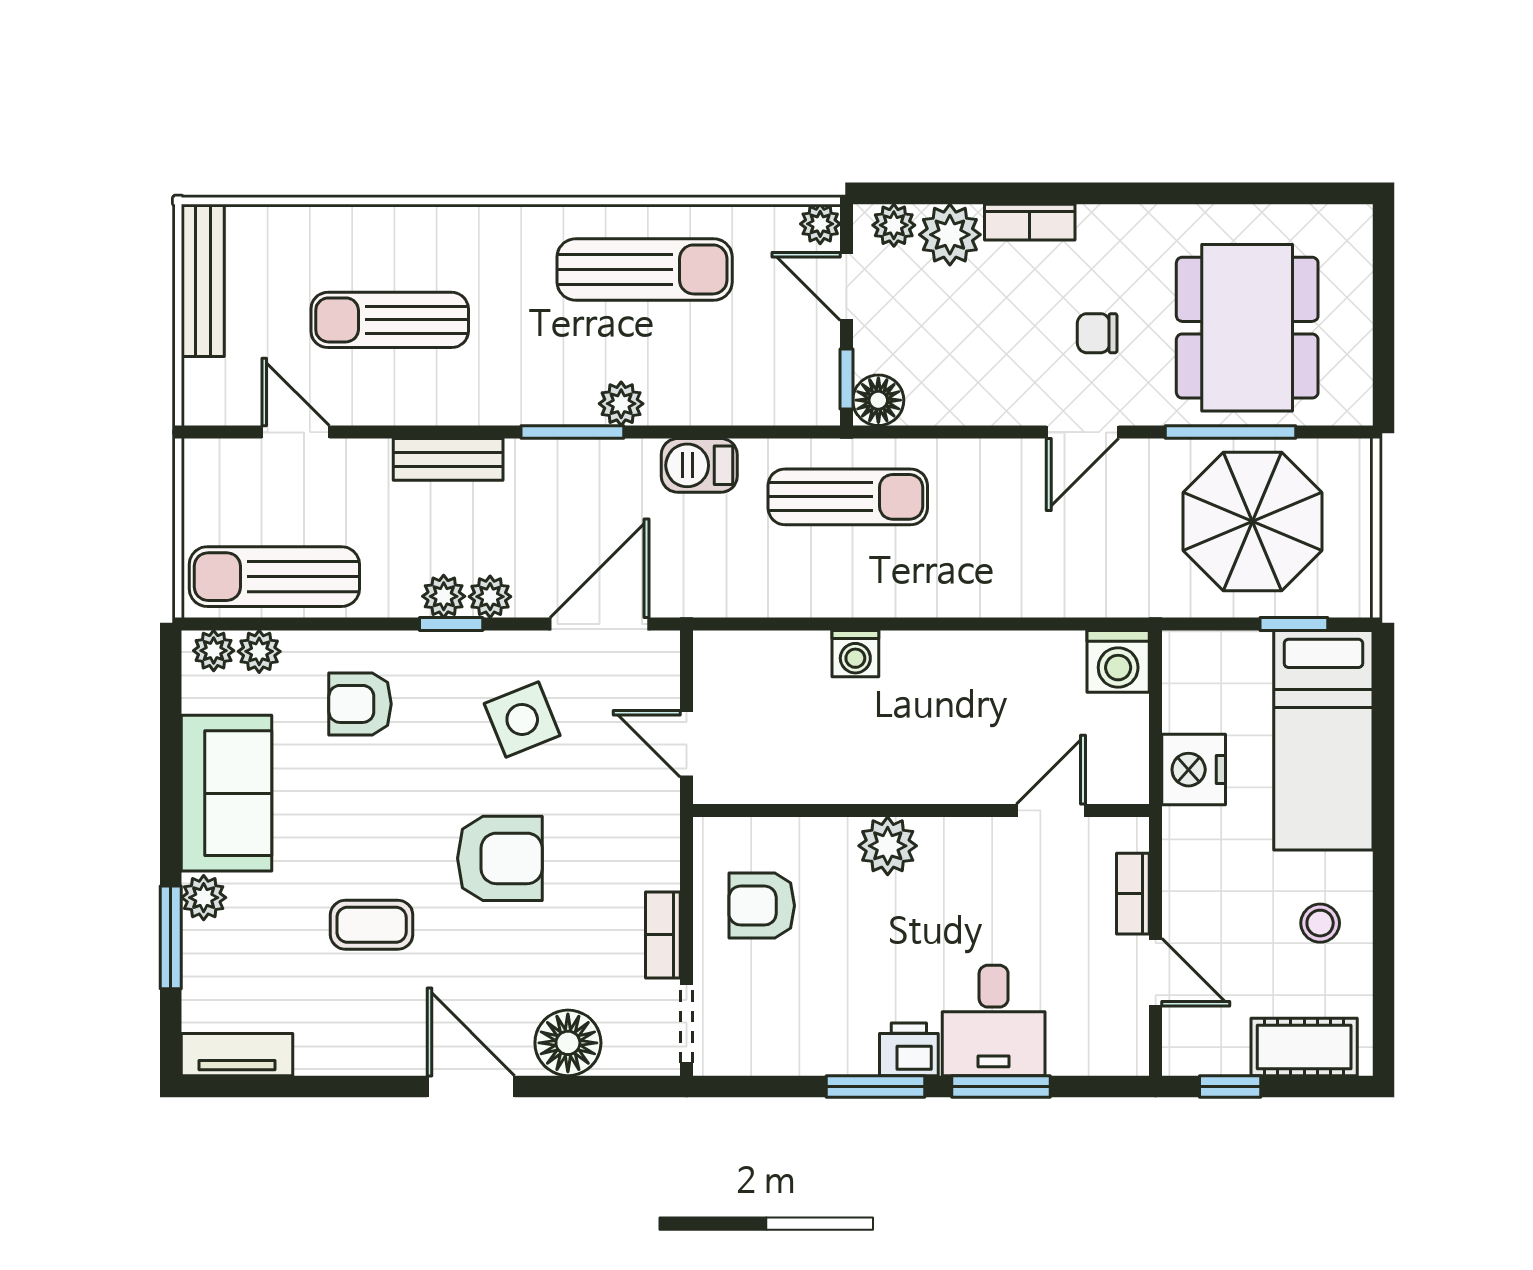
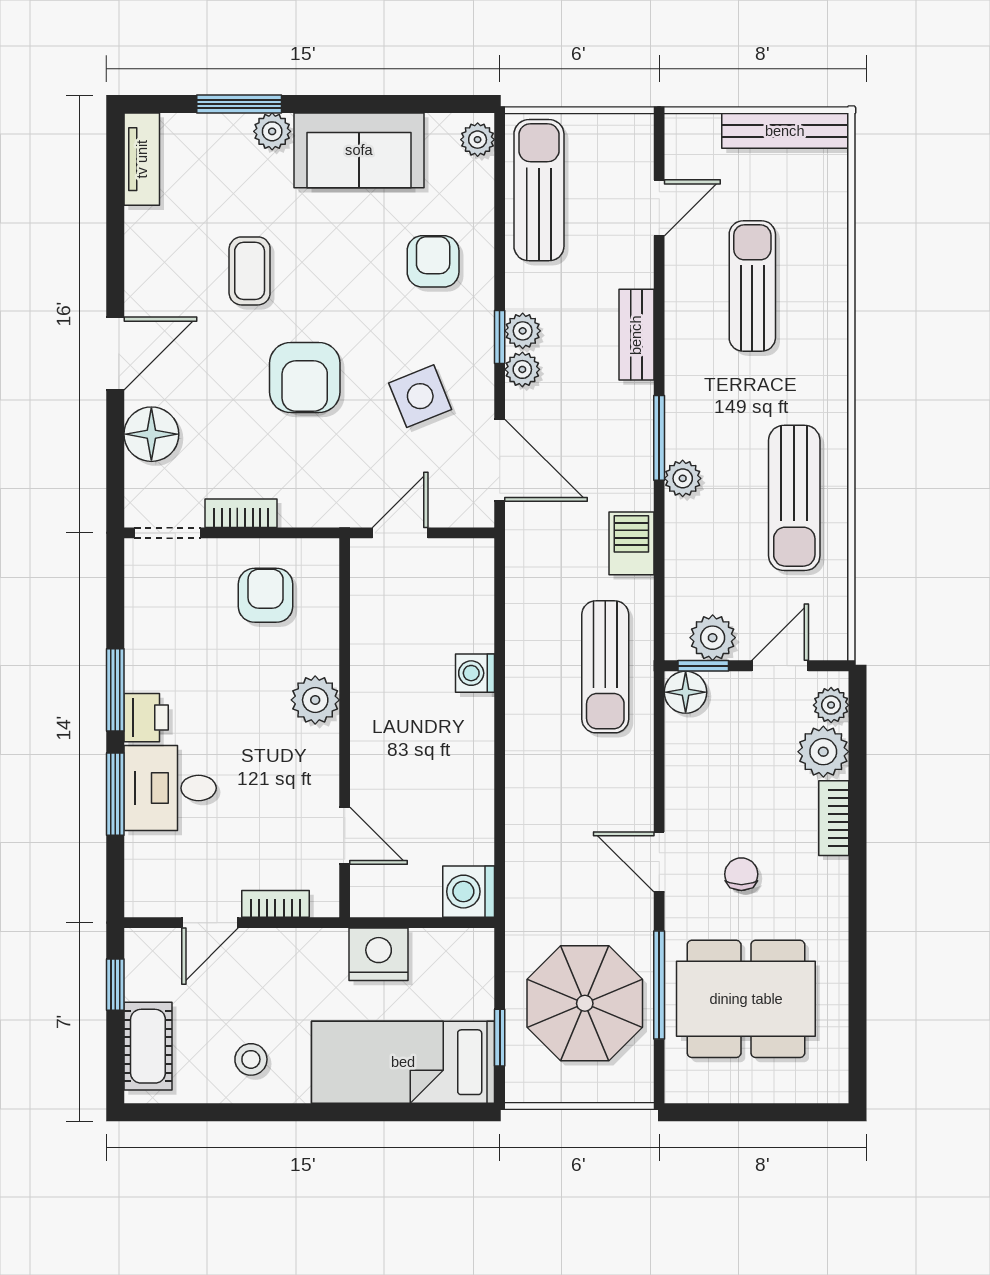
plant: (820, 224) -> (713, 638), moved, width x1.38, depth x1.38
plant: (259, 651) -> (477, 178), removed

